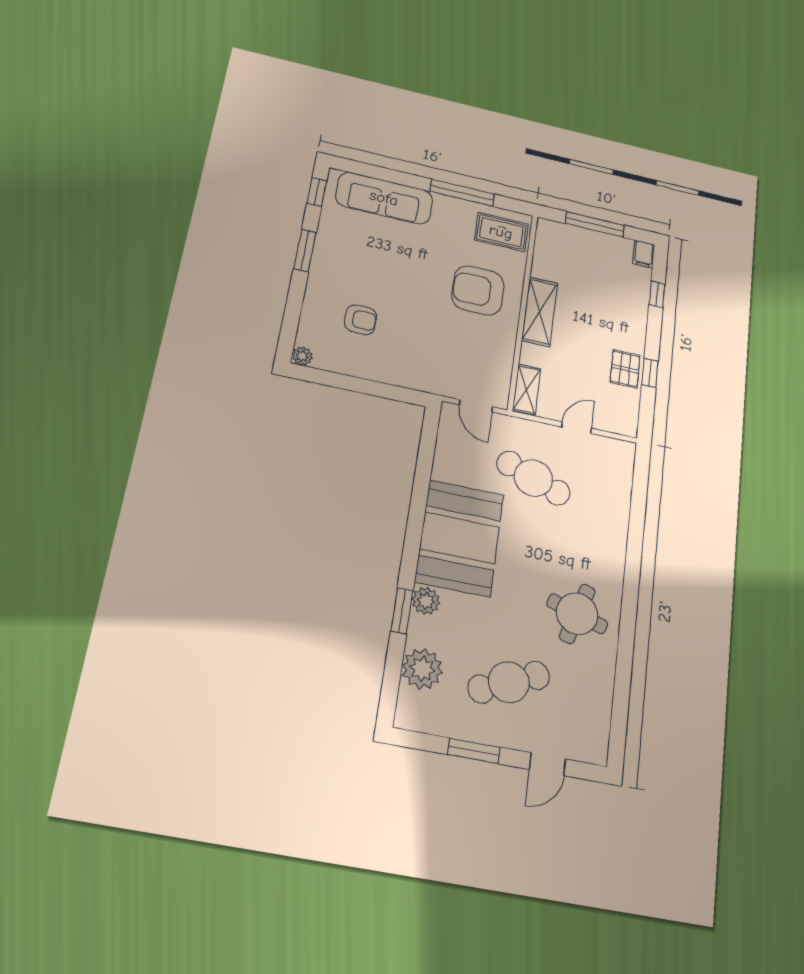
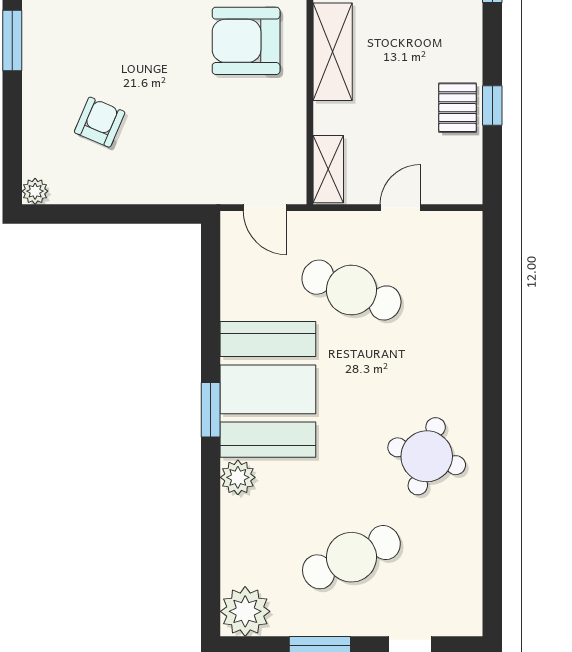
armchair: (361, 320) -> (100, 122), turned -67
window: (402, 611) -> (211, 410), moved
plant: (422, 669) -> (245, 611), moved

